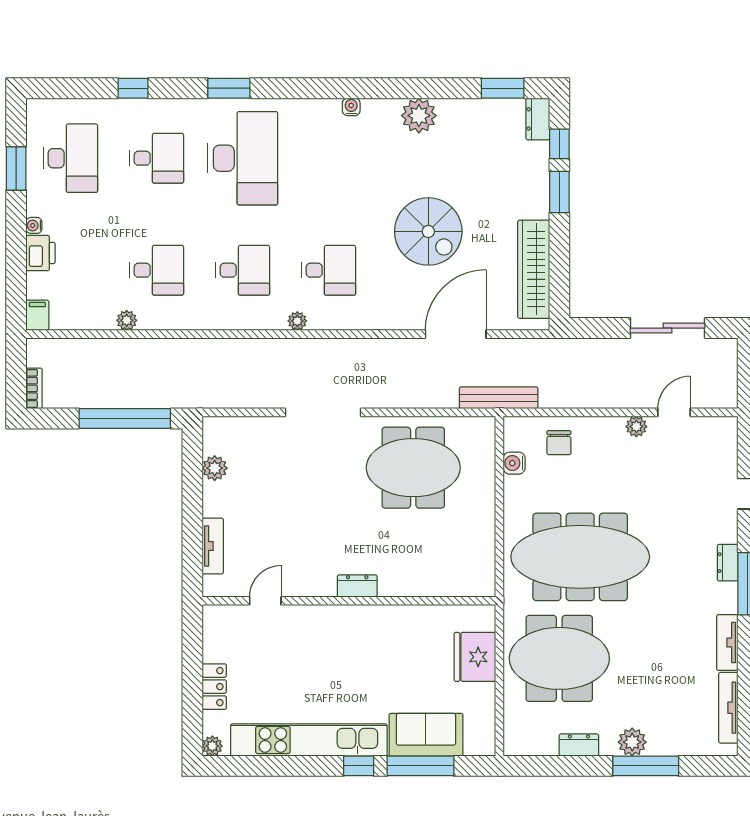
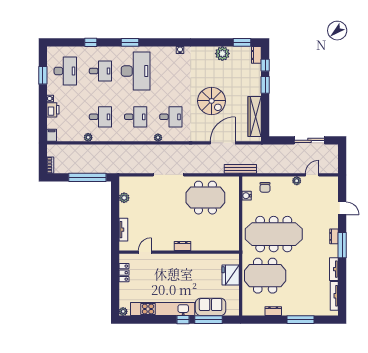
plant: (419, 116) -> (222, 54), moved
locker: (214, 687) -> (124, 273), moved
plant: (632, 742) -> (295, 310), removed

